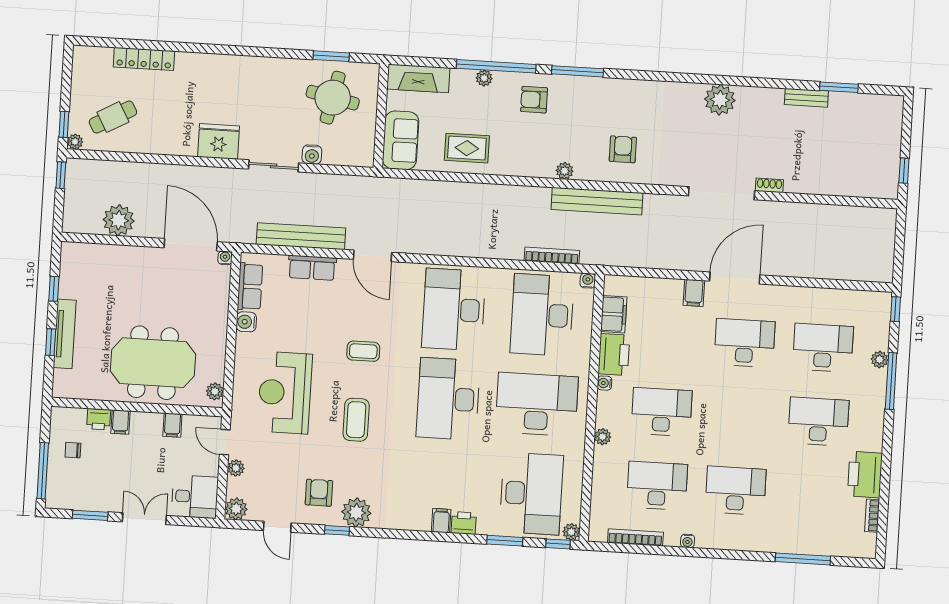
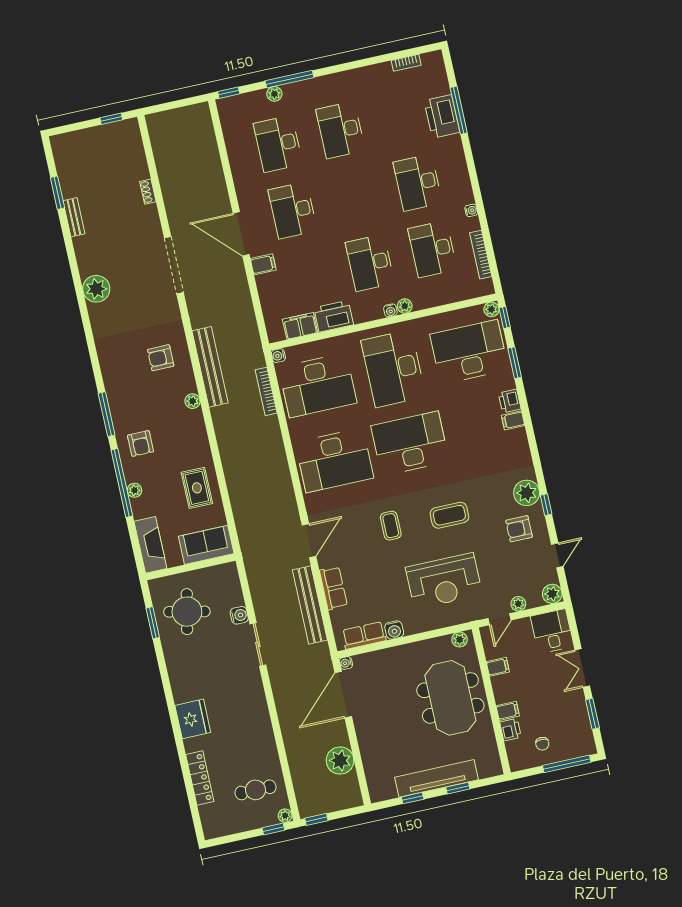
cafe table: (113, 117) -> (256, 790), turned -61
fridge: (219, 141) -> (193, 719), moved, turned 180
shoe rack: (769, 185) -> (148, 192), moved
tv unit: (65, 334) -> (437, 778), width x1.36, depth x1.29
water cooler: (604, 383) -> (390, 310), moved
desk: (448, 399) -> (410, 443), turned 180
printer: (865, 475) -> (442, 116), moved, turned 90

